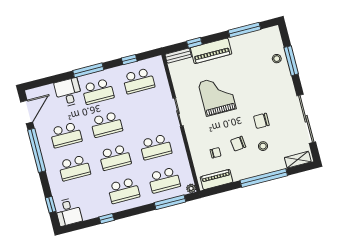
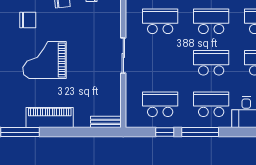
window: (194, 43) -> (83, 132), removed
piano: (211, 51) -> (50, 117), moved
window: (88, 70) -> (200, 132), moved
grand piano: (217, 96) -> (45, 60), moved, turned 90

